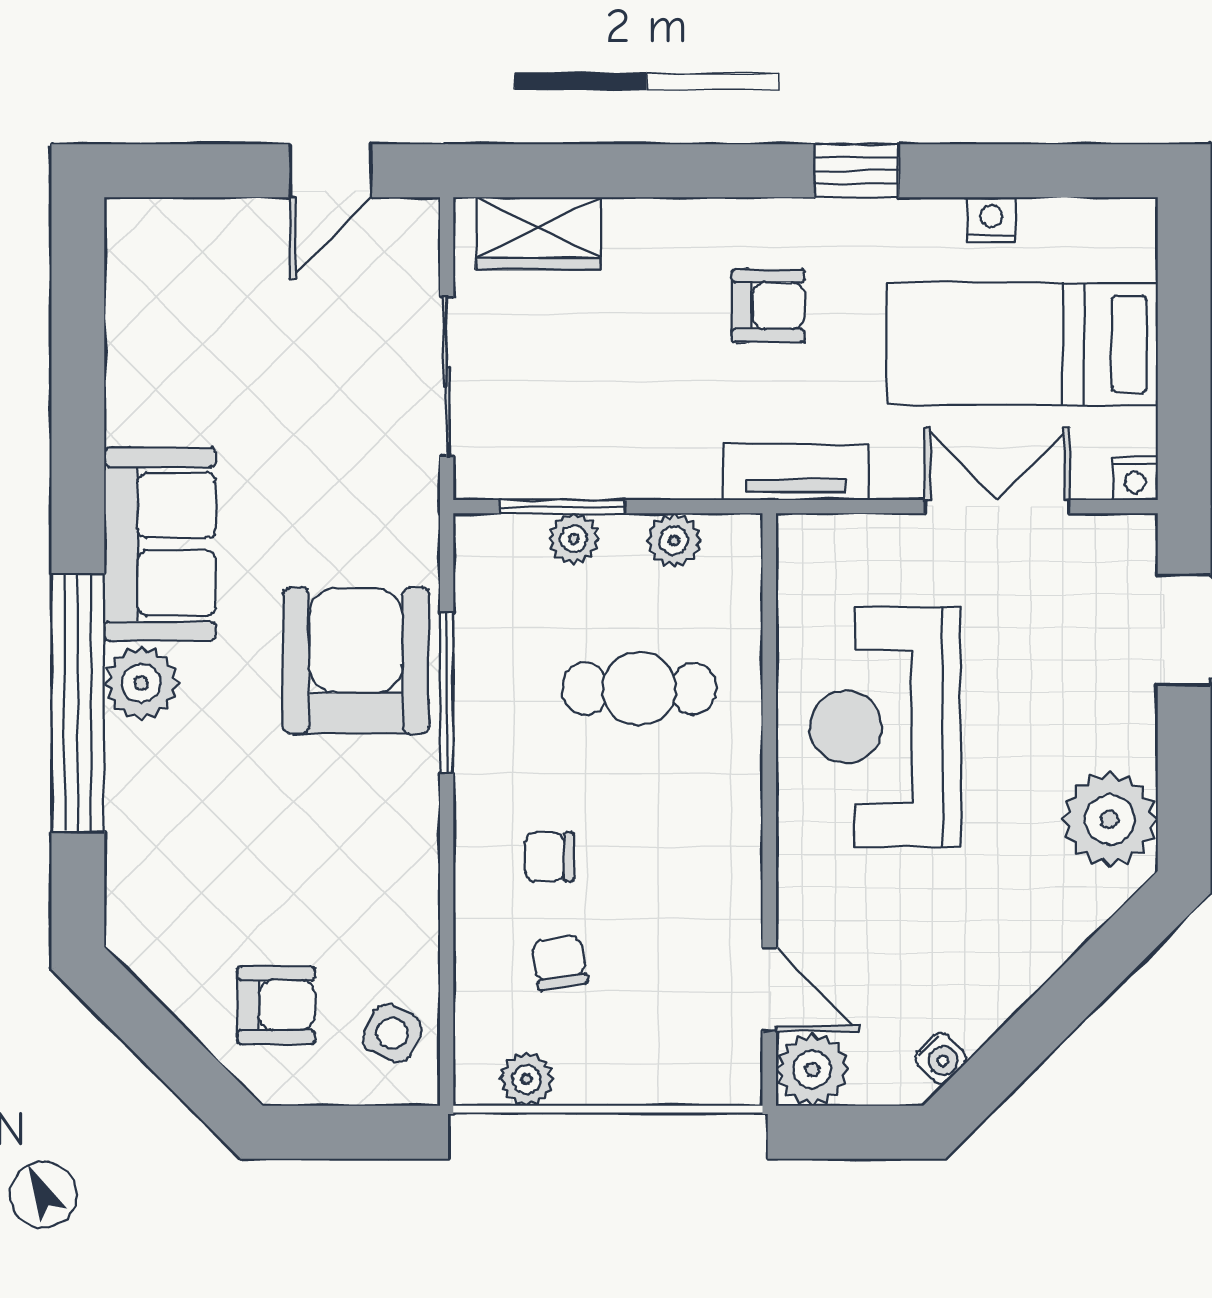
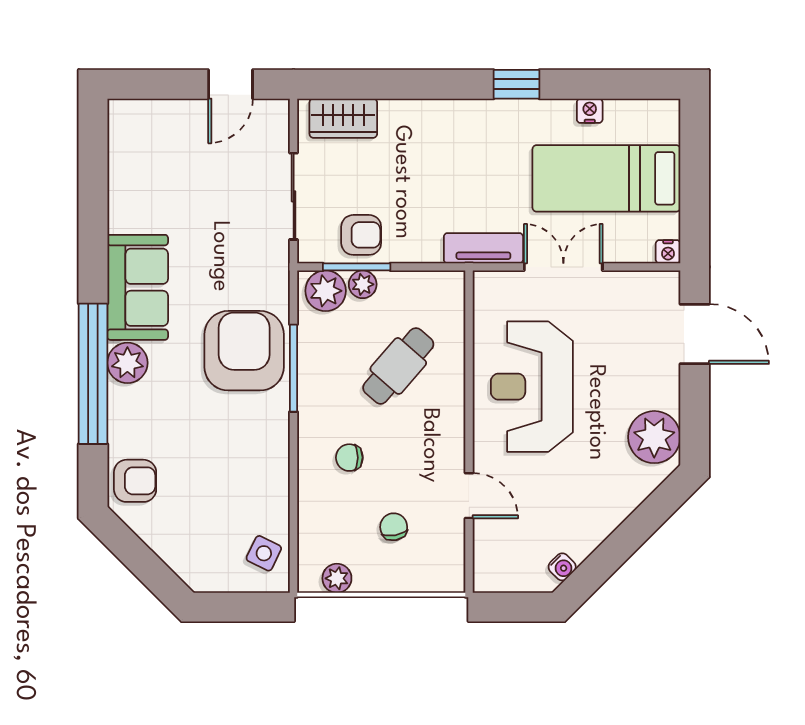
armchair: (768, 306) -> (361, 235), moved
double door: (997, 507) -> (563, 267), moved
plant: (674, 540) -> (326, 291), moved, width x1.38, depth x1.38
cafe table: (639, 689) -> (398, 366), turned -49
chair: (559, 963) -> (394, 527), moved
door: (769, 989) -> (469, 496), moved
armchair: (276, 1005) -> (135, 481), moved
plant: (812, 1070) -> (492, 573), removed

